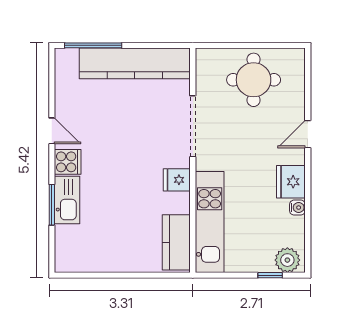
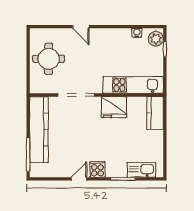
fridge: (177, 180) -> (114, 107), width x1.88, depth x1.34
fridge: (291, 182) -> (109, 37), removed
kitchen sink: (67, 200) -> (141, 170), moved
water cooler: (297, 208) -> (137, 33), moved
kitchen counter: (176, 242) -> (155, 113), moved, turned 90

